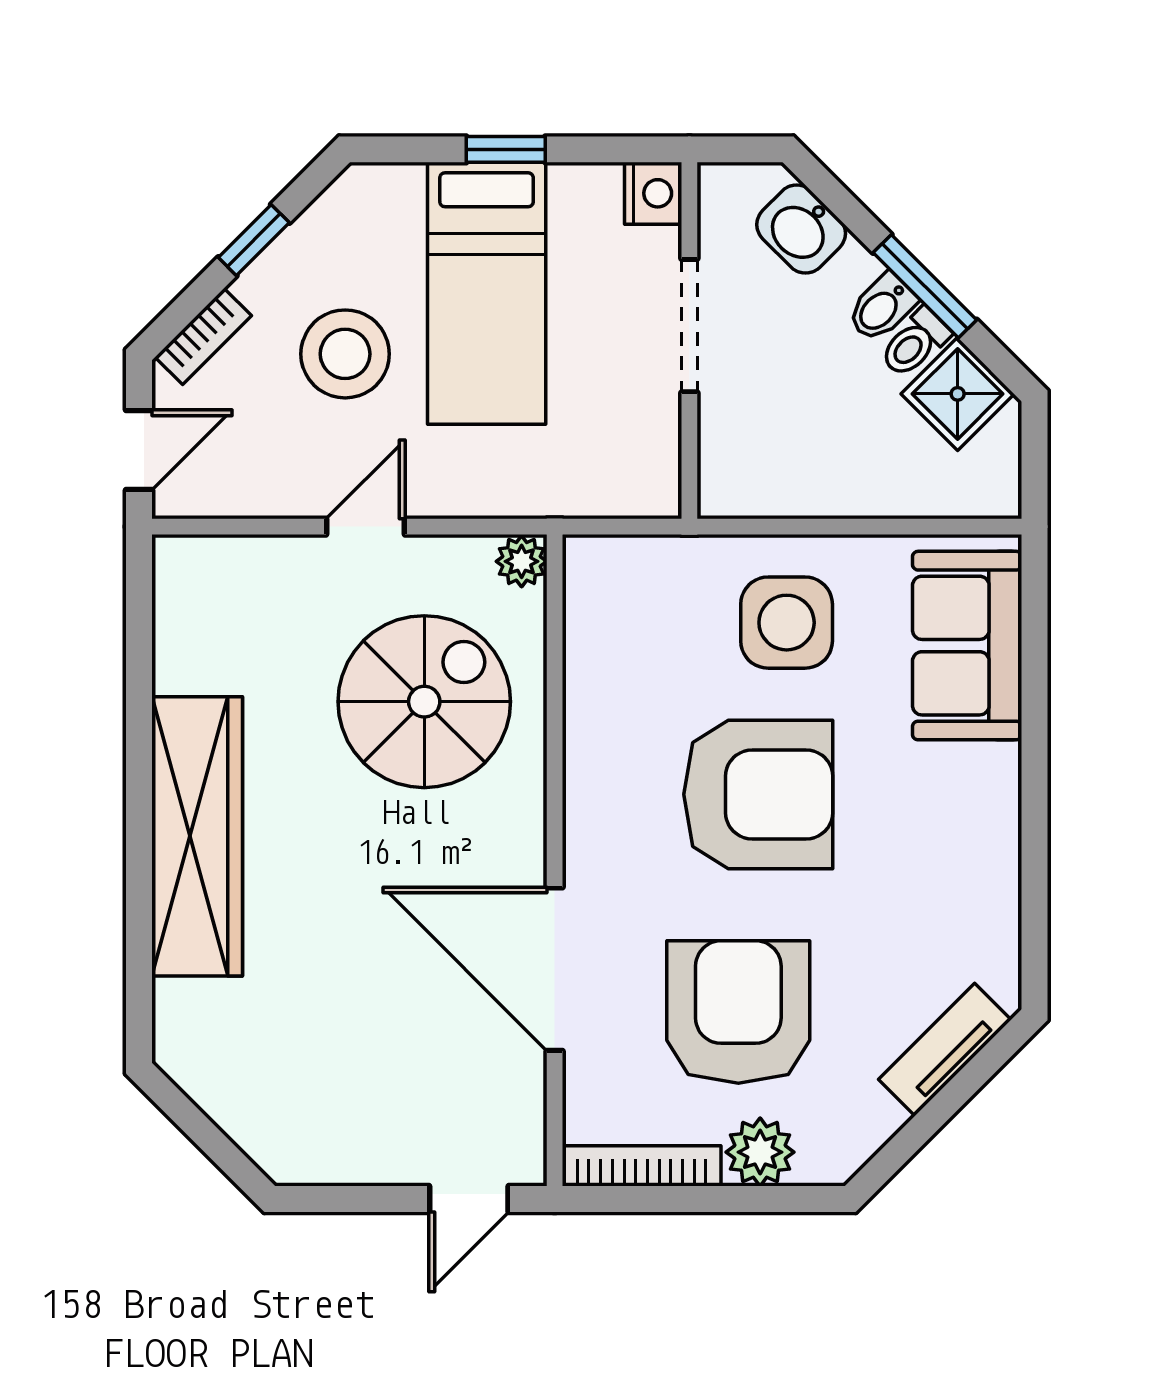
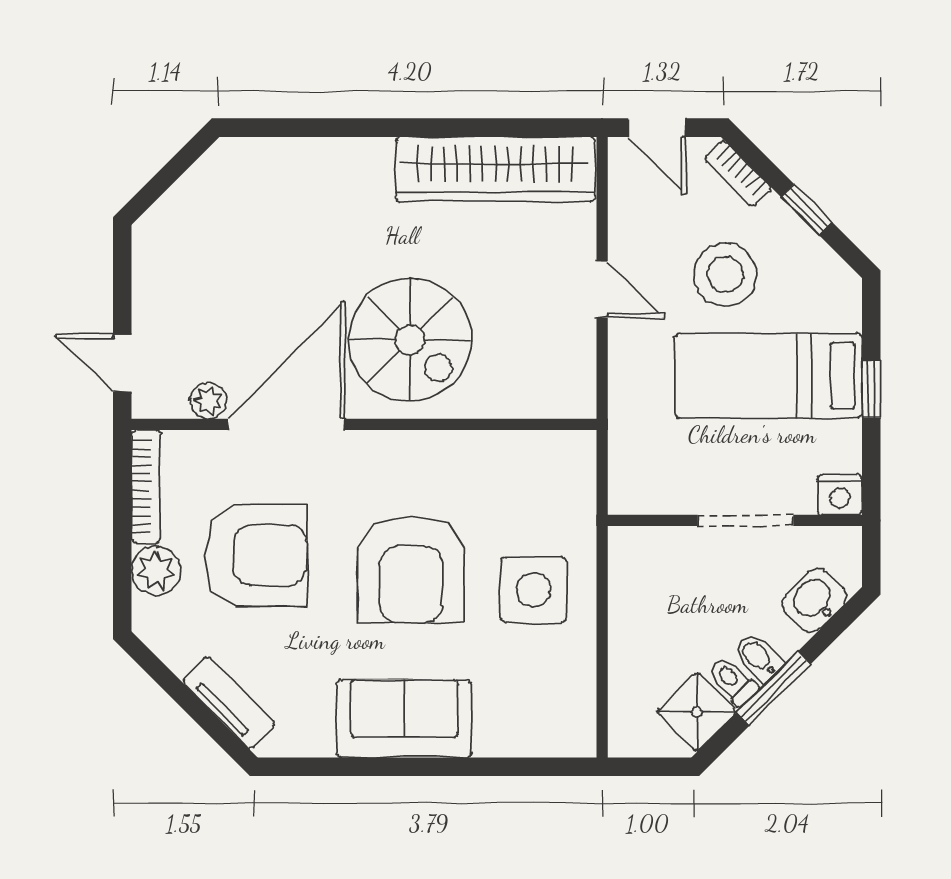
plant: (522, 561) -> (208, 401), moved
sofa: (967, 646) -> (404, 719), moved
spiral stairs: (424, 702) -> (410, 340), moved
wardrobe: (197, 836) -> (495, 169), moved

